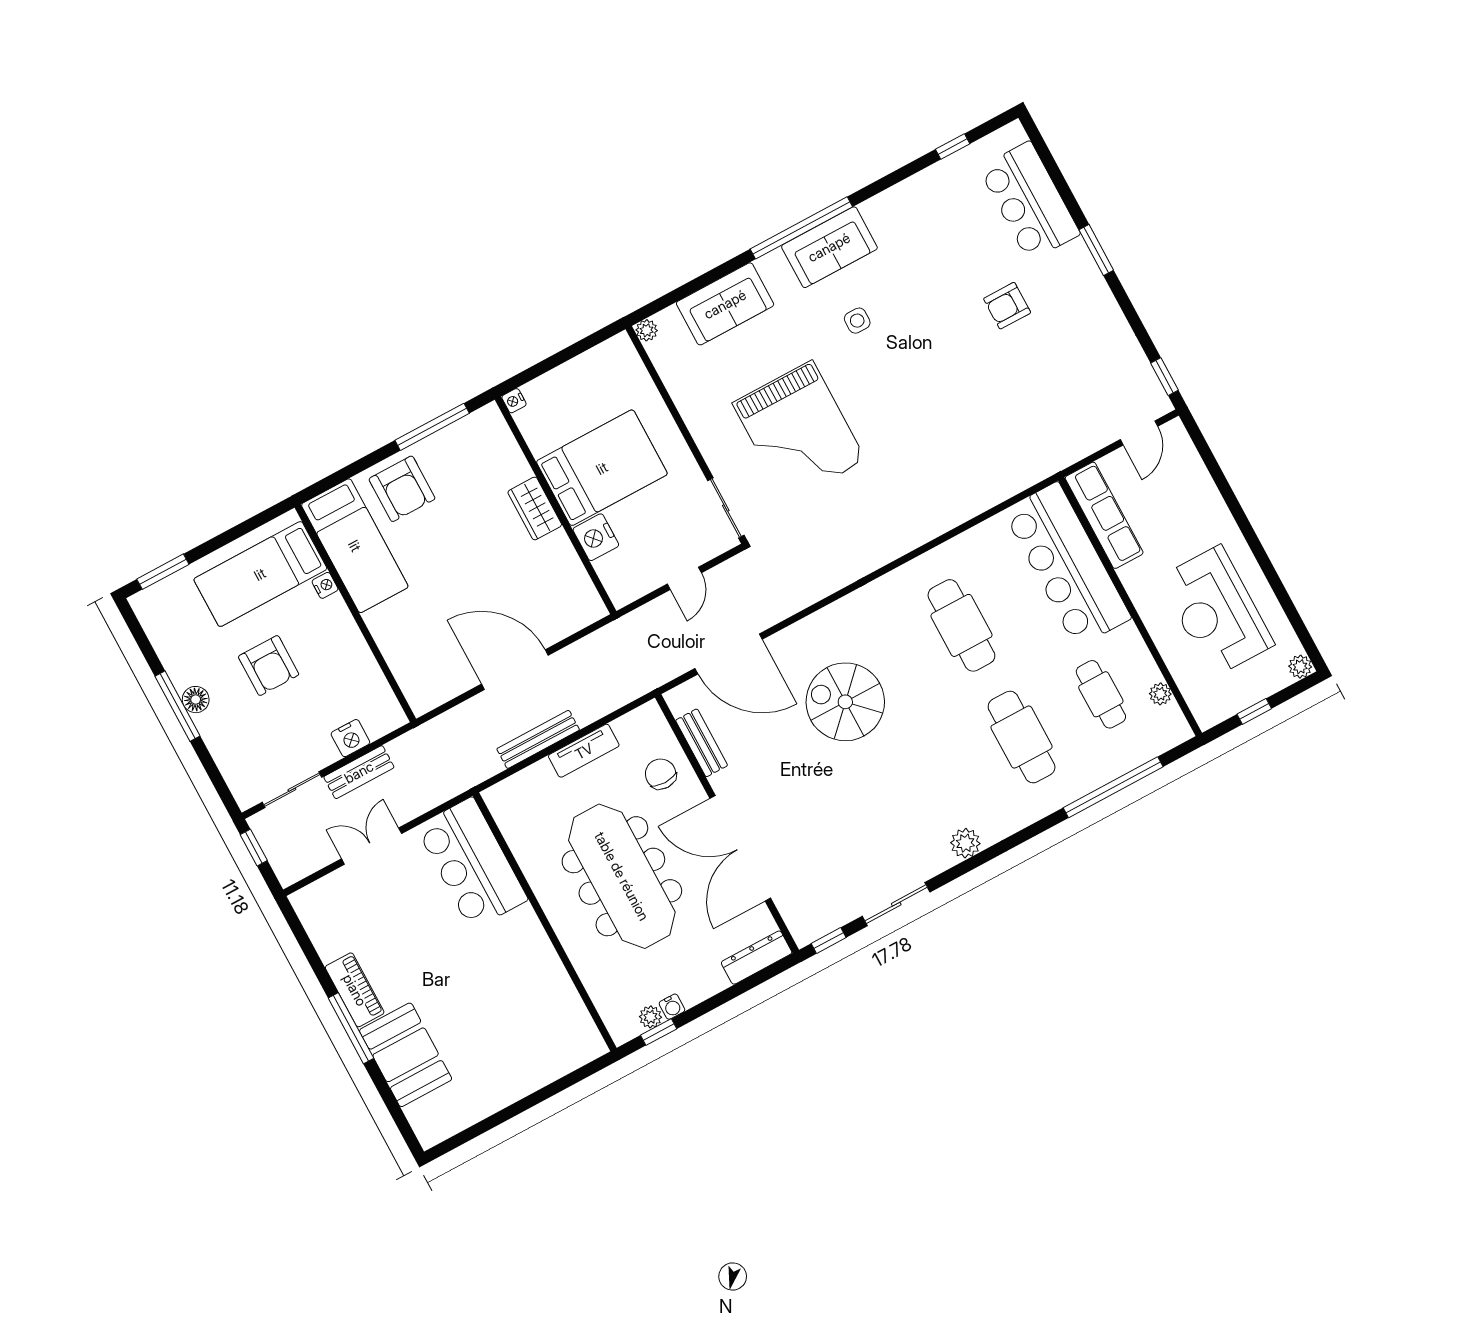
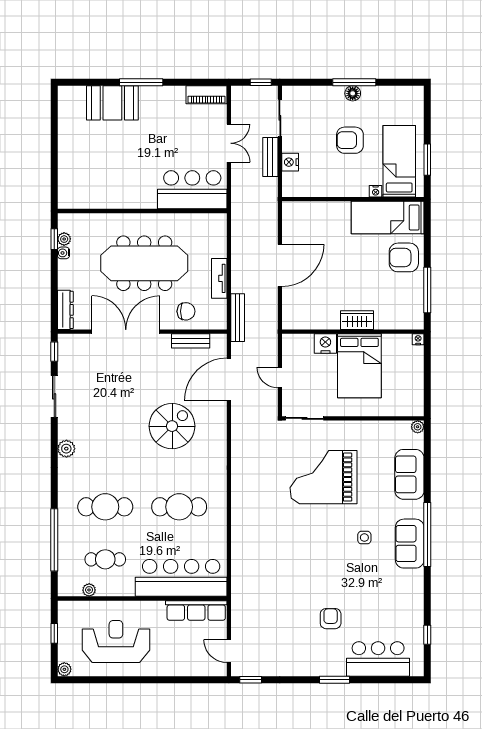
window: (163, 572) -> (427, 160), moved
bench: (538, 739) -> (238, 318), moved
piano: (355, 990) -> (206, 95), moved

